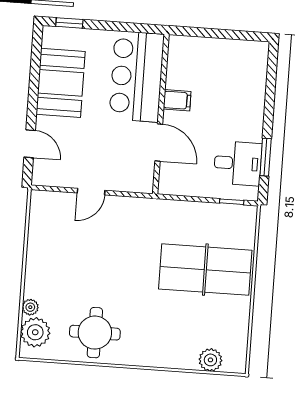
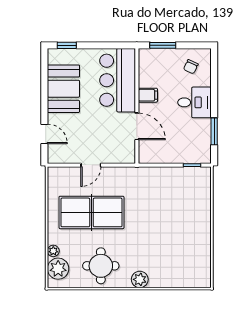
window: (203, 33) -> (163, 45), added
chair: (240, 65) -> (191, 67), added
desk: (238, 163) -> (194, 102), moved
table tennis table: (205, 270) -> (91, 212), moved
plant: (210, 360) -> (140, 279), moved

